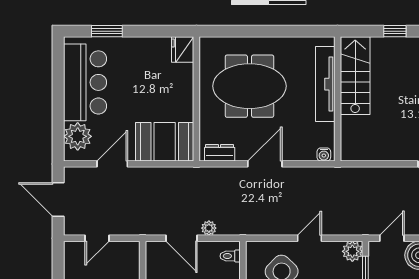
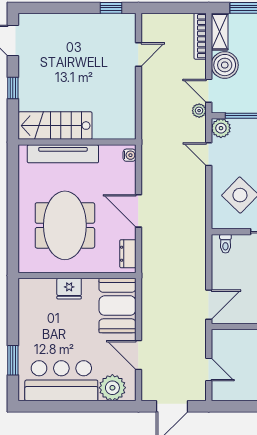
fridge: (183, 50) -> (69, 289), moved
plant: (209, 228) -> (199, 111), moved
door: (182, 238) -> (209, 305), moved
door: (309, 238) -> (209, 154), moved

